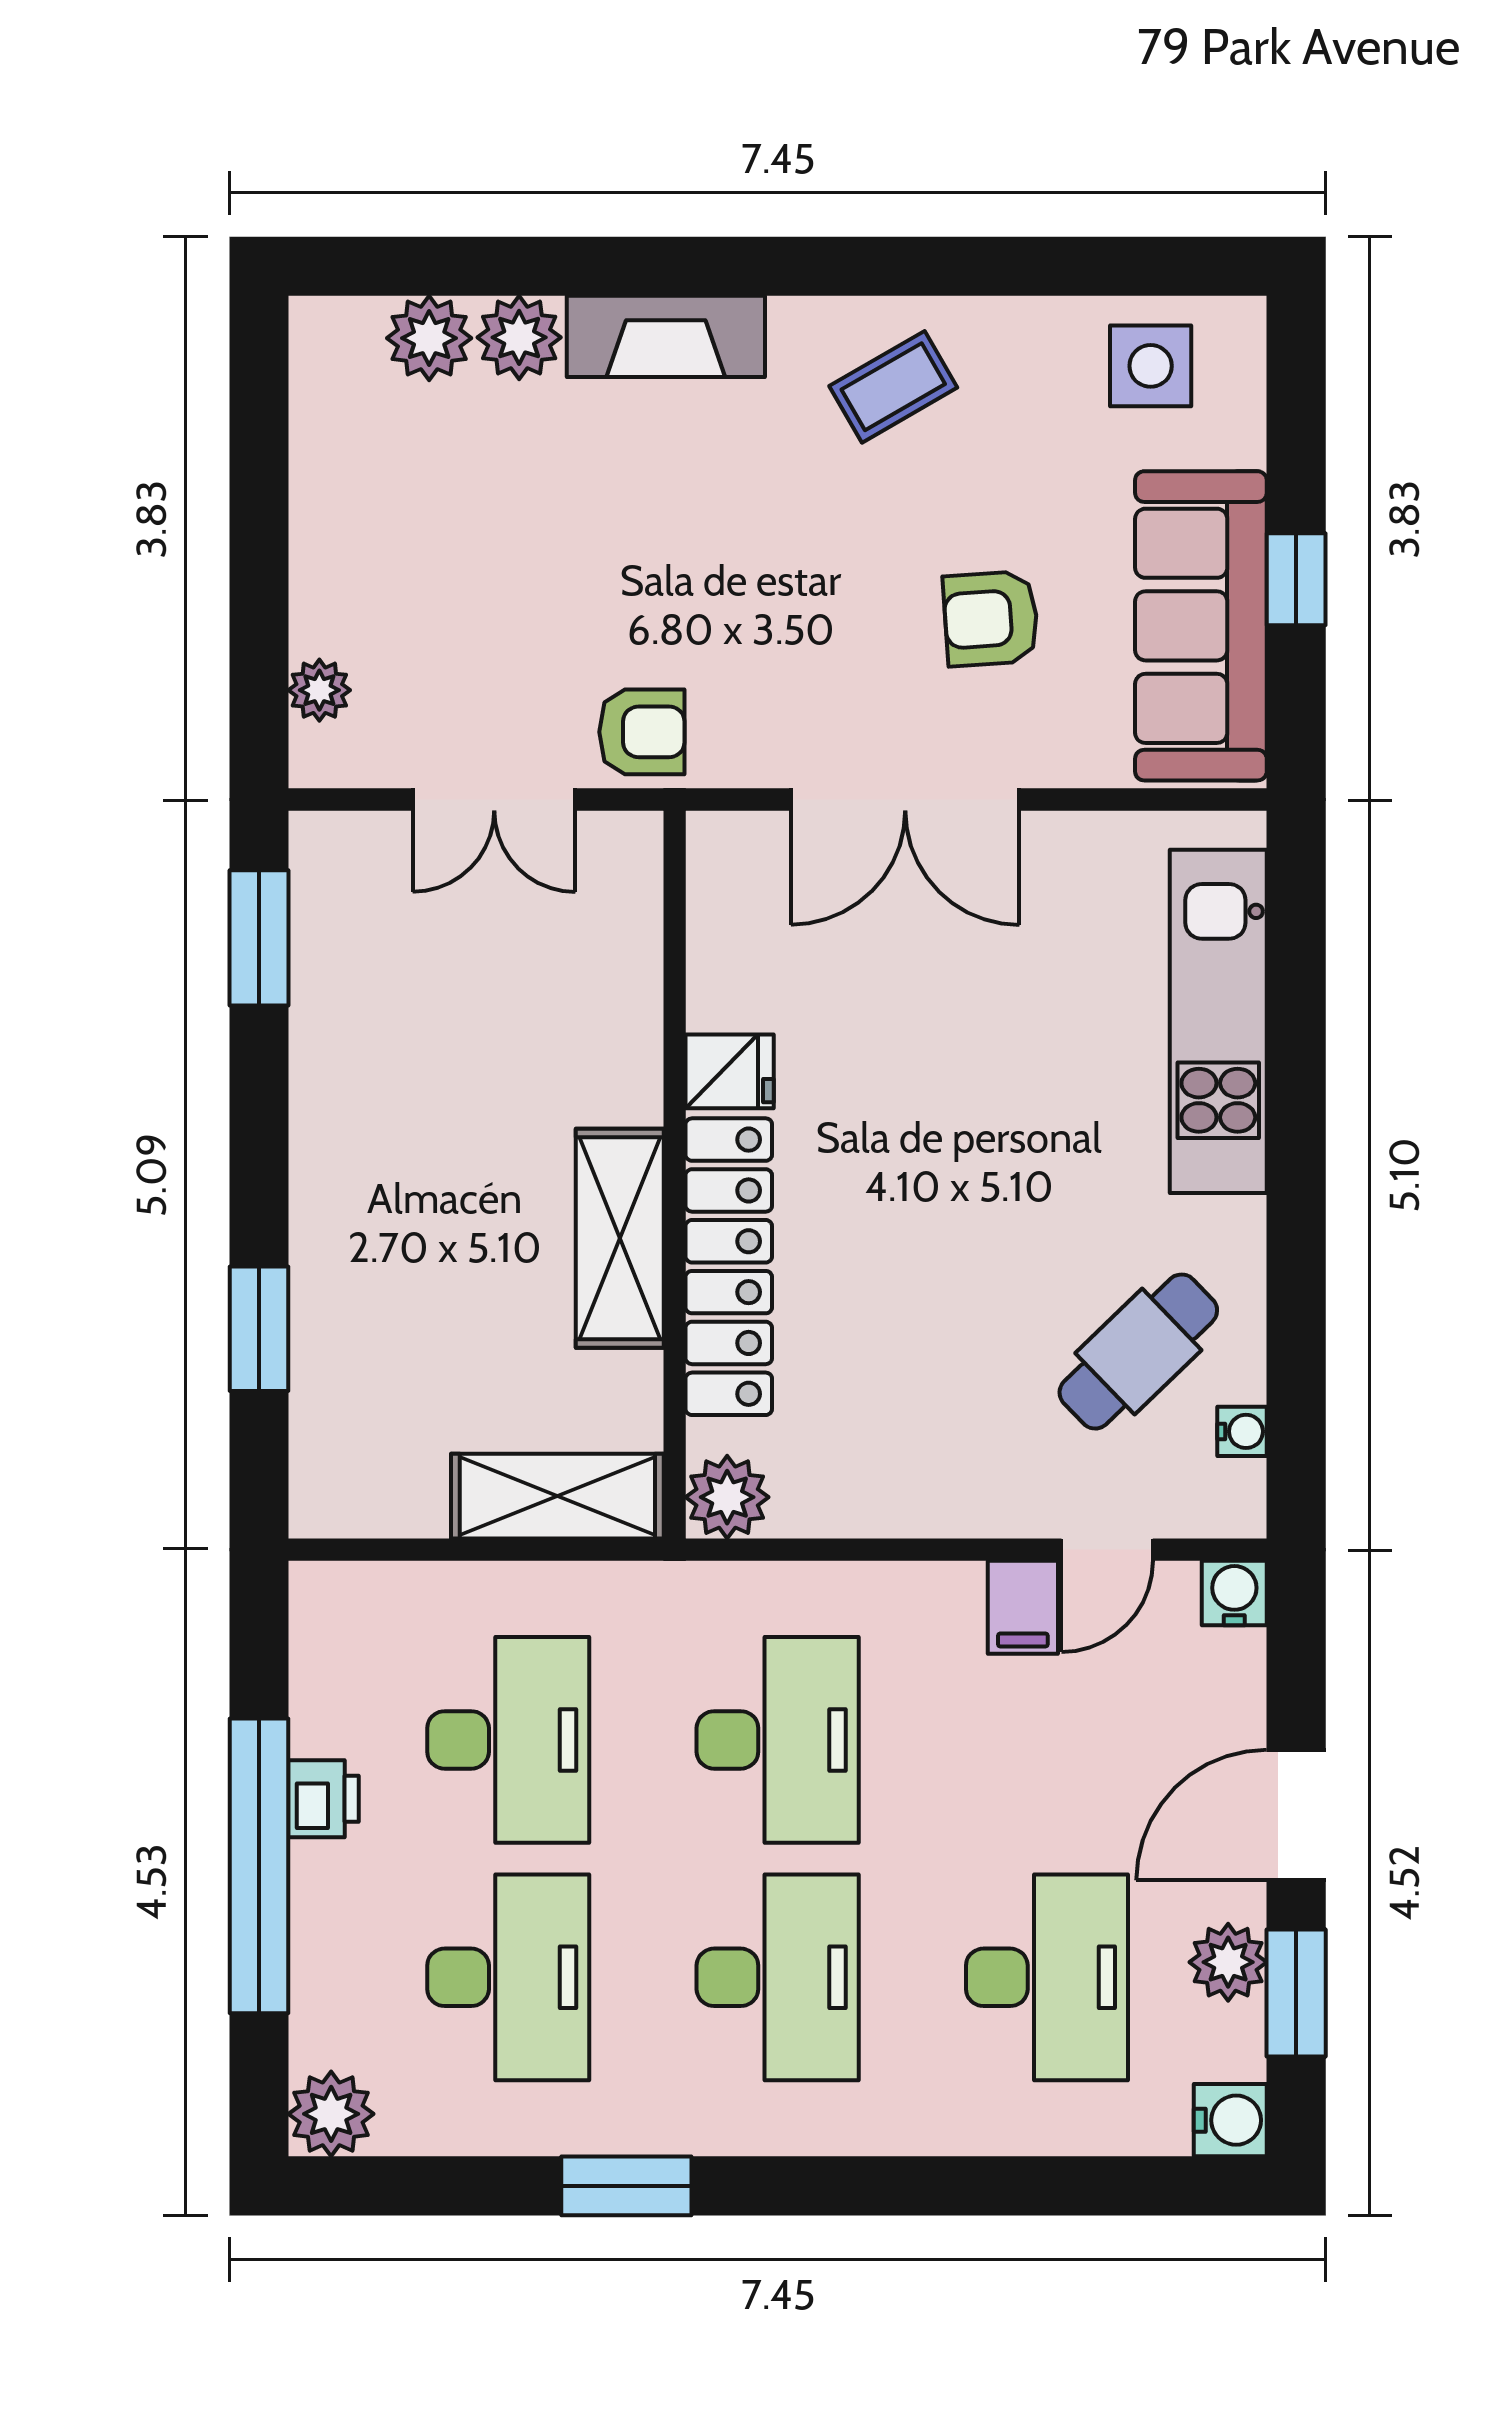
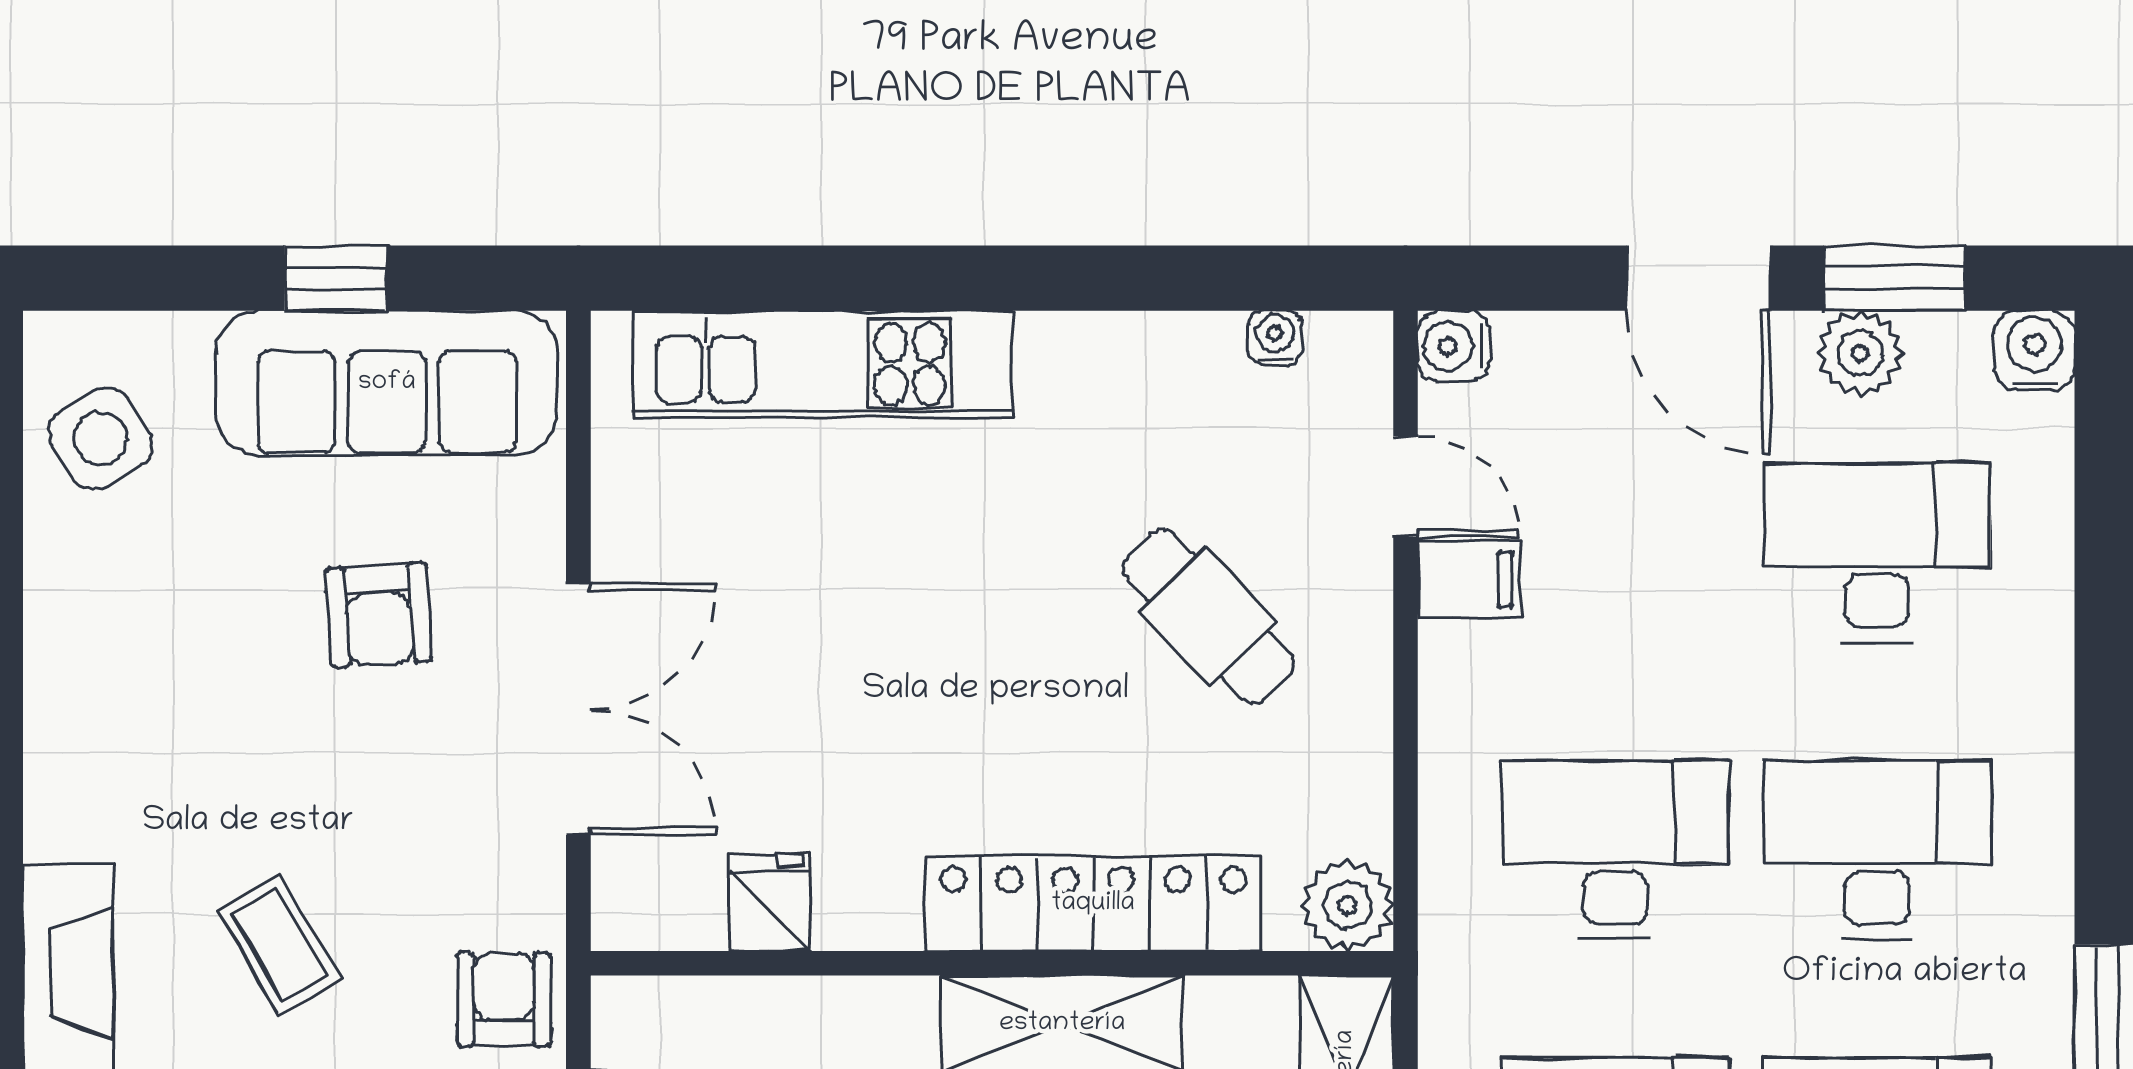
side table: (1151, 366) -> (100, 439), turned -31
coffee table: (893, 387) -> (280, 945), moved
fridge: (730, 1071) -> (769, 903), moved
cafe table: (1138, 1352) -> (1208, 616), moved

